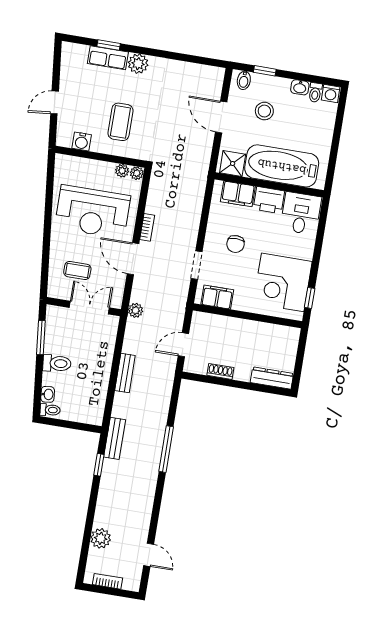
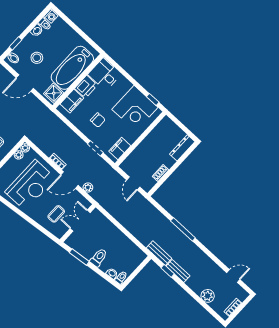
plant: (136, 310) -> (88, 188), moved
bench: (125, 373) -> (178, 271), moved

